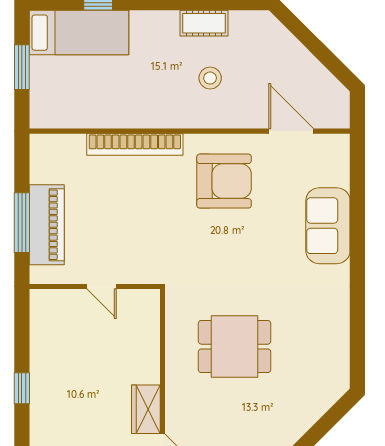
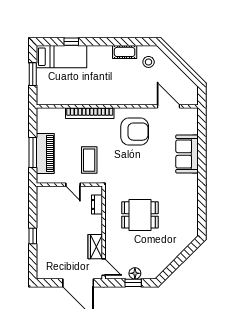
stool: (210, 78) -> (149, 62), moved
coffee table: (134, 238) -> (89, 160), added
dresser: (149, 326) -> (97, 204), added

